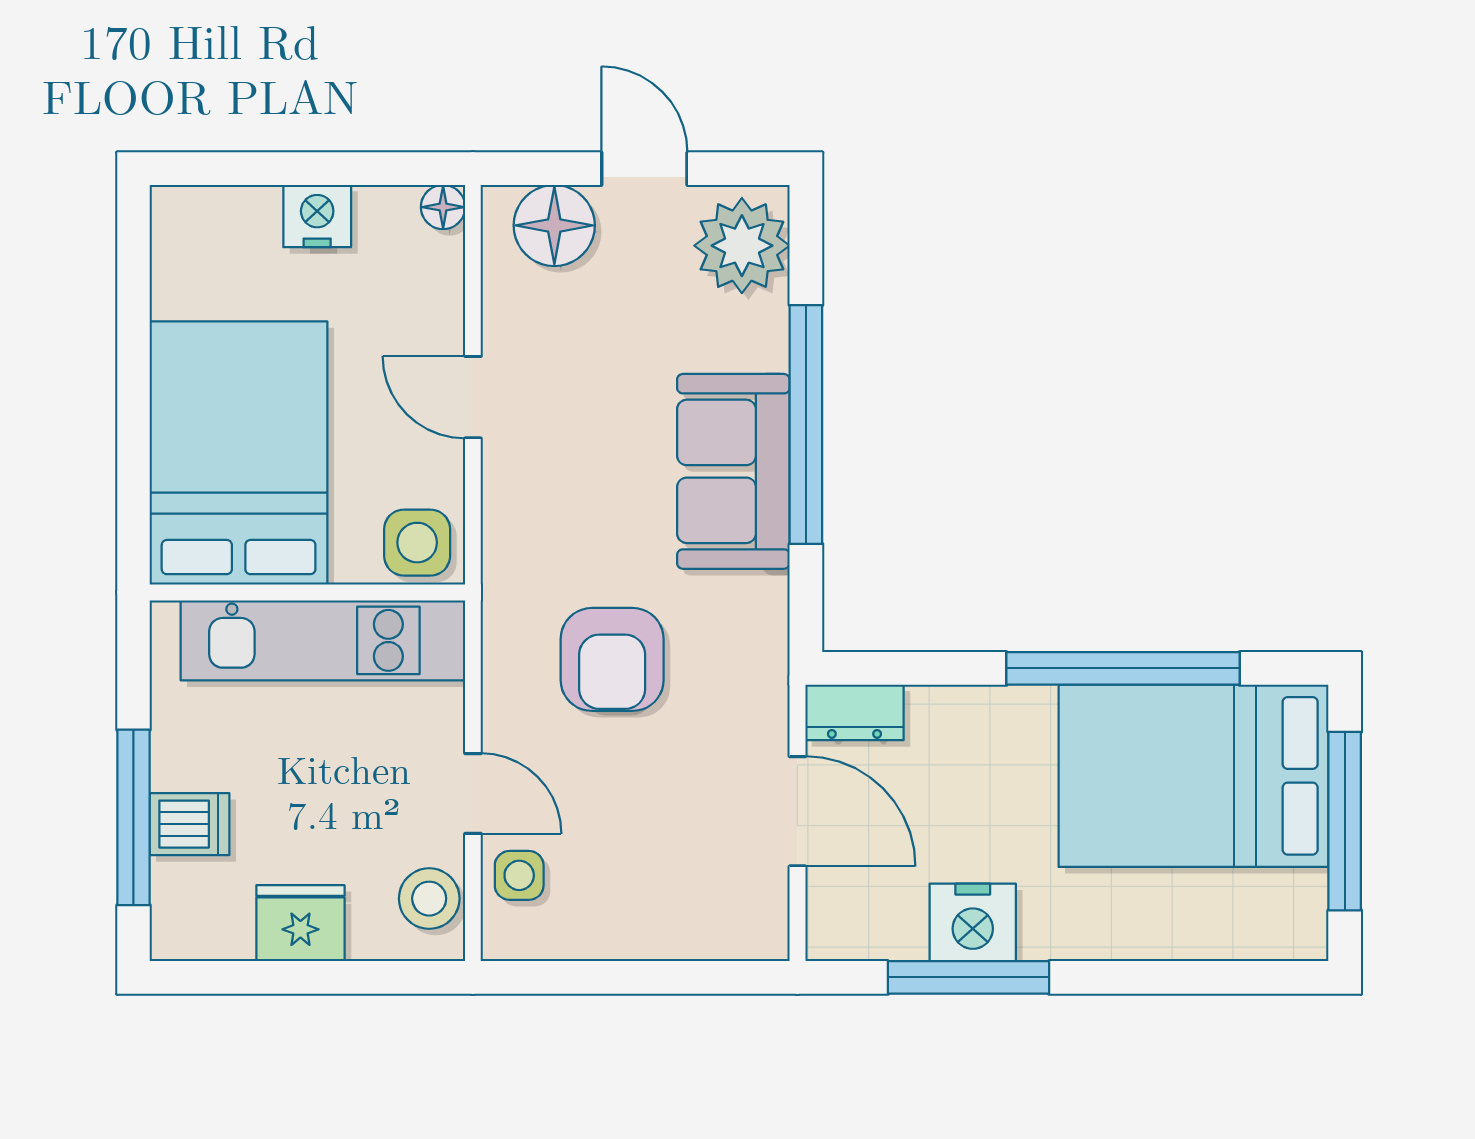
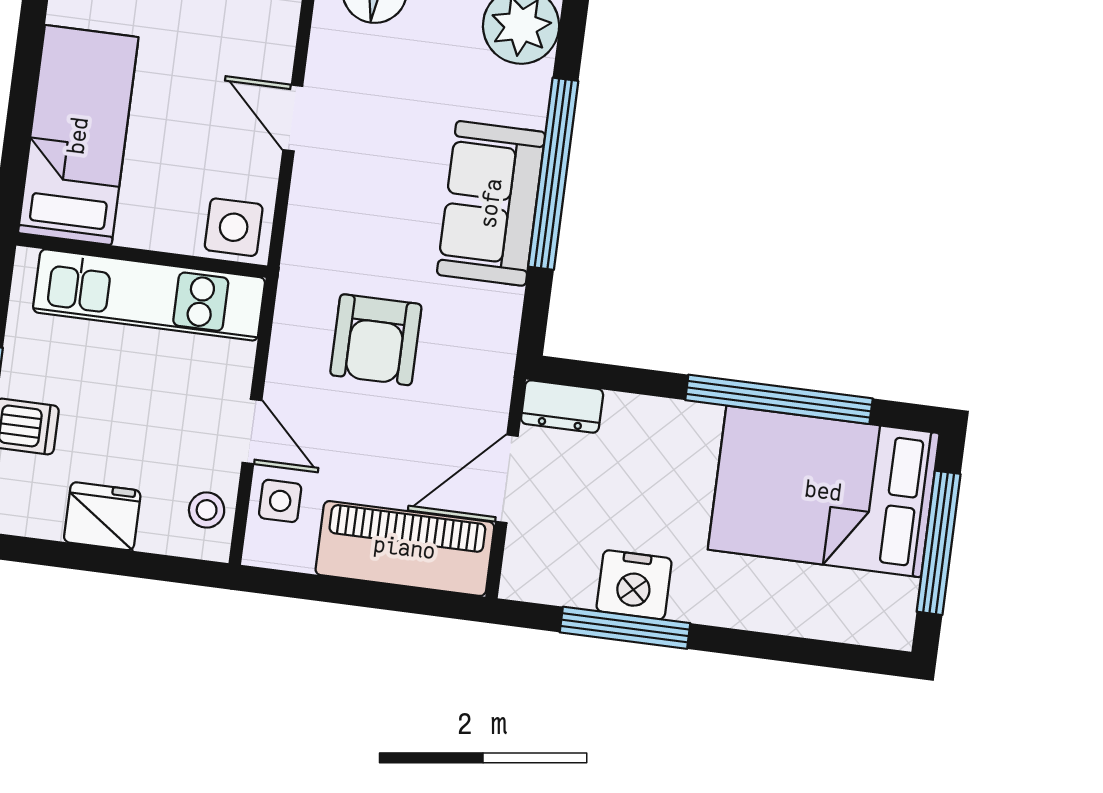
bed: (239, 453) -> (78, 135), width x0.67
door: (797, 811) -> (507, 479), swing flipped
stool: (429, 899) -> (207, 510), width x0.73, depth x0.73
piano: (682, 914) -> (405, 548), added

